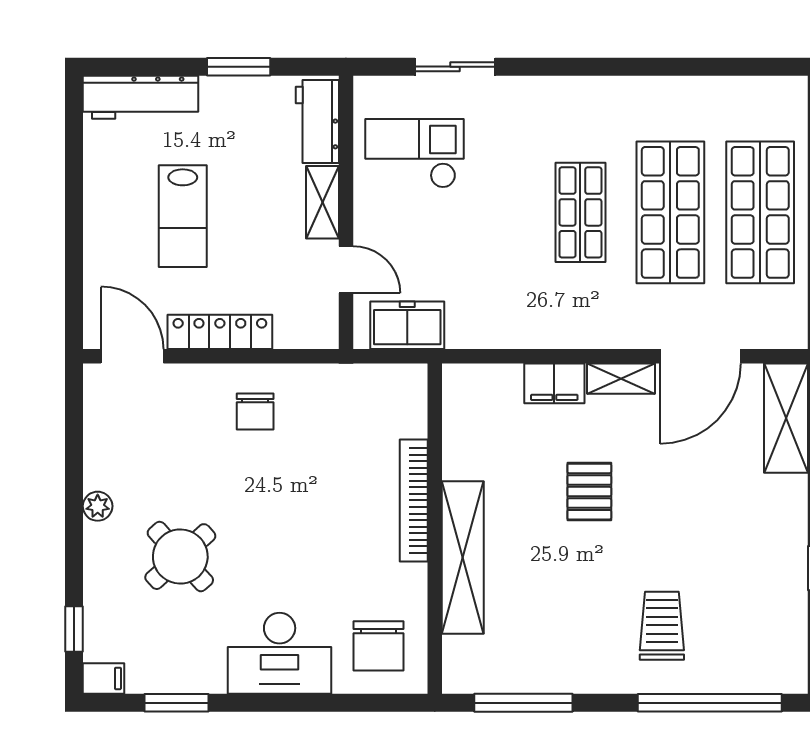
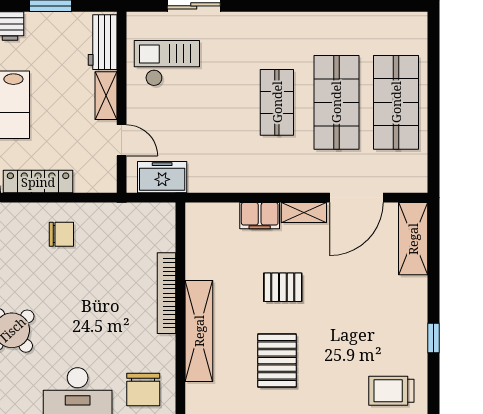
chair: (255, 412) -> (61, 234), turned -90
pallet: (589, 492) -> (283, 287), turned 90
pallet: (581, 602) -> (277, 361), added
trolley: (662, 626) -> (391, 391), moved, turned -90

